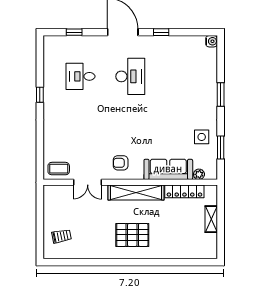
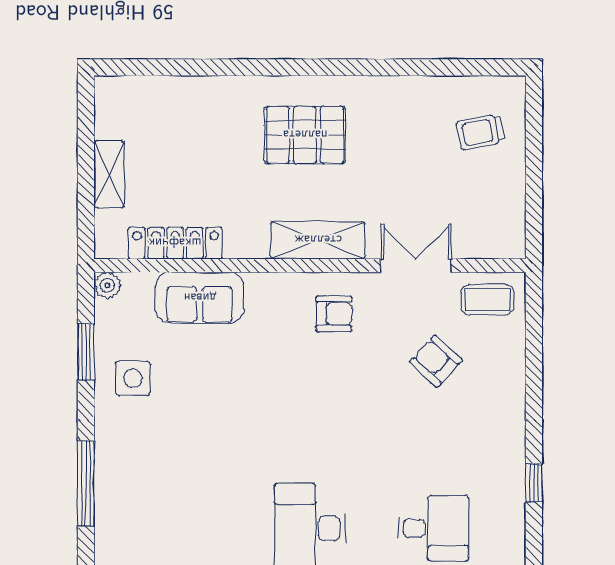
window: (221, 95) -> (86, 483), width x1.44
armchair: (79, 144) -> (436, 361), added
sofa: (168, 169) -> (200, 298), width x0.73
plant: (199, 174) -> (107, 285), moved
shelving: (136, 193) -> (318, 240), width x0.68

